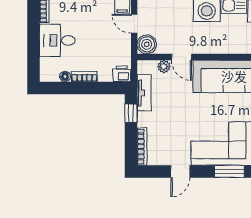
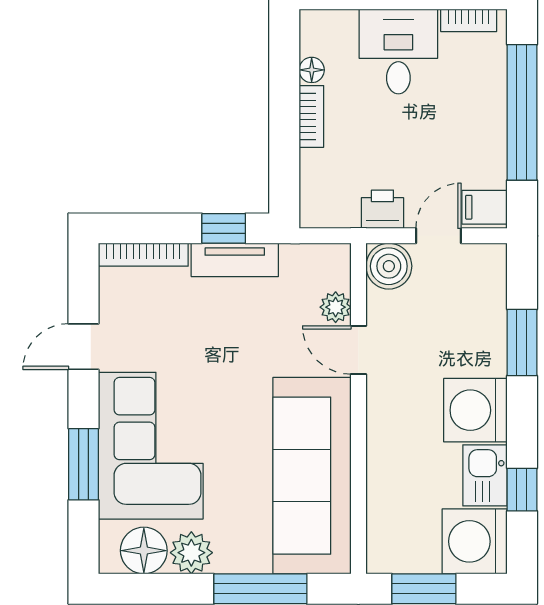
door: (182, 57) -> (358, 350), hinge flipped
printer: (122, 74) -> (382, 209), moved, turned -90
tv unit: (144, 93) -> (235, 260), moved
door: (180, 171) -> (84, 347), hinge flipped

